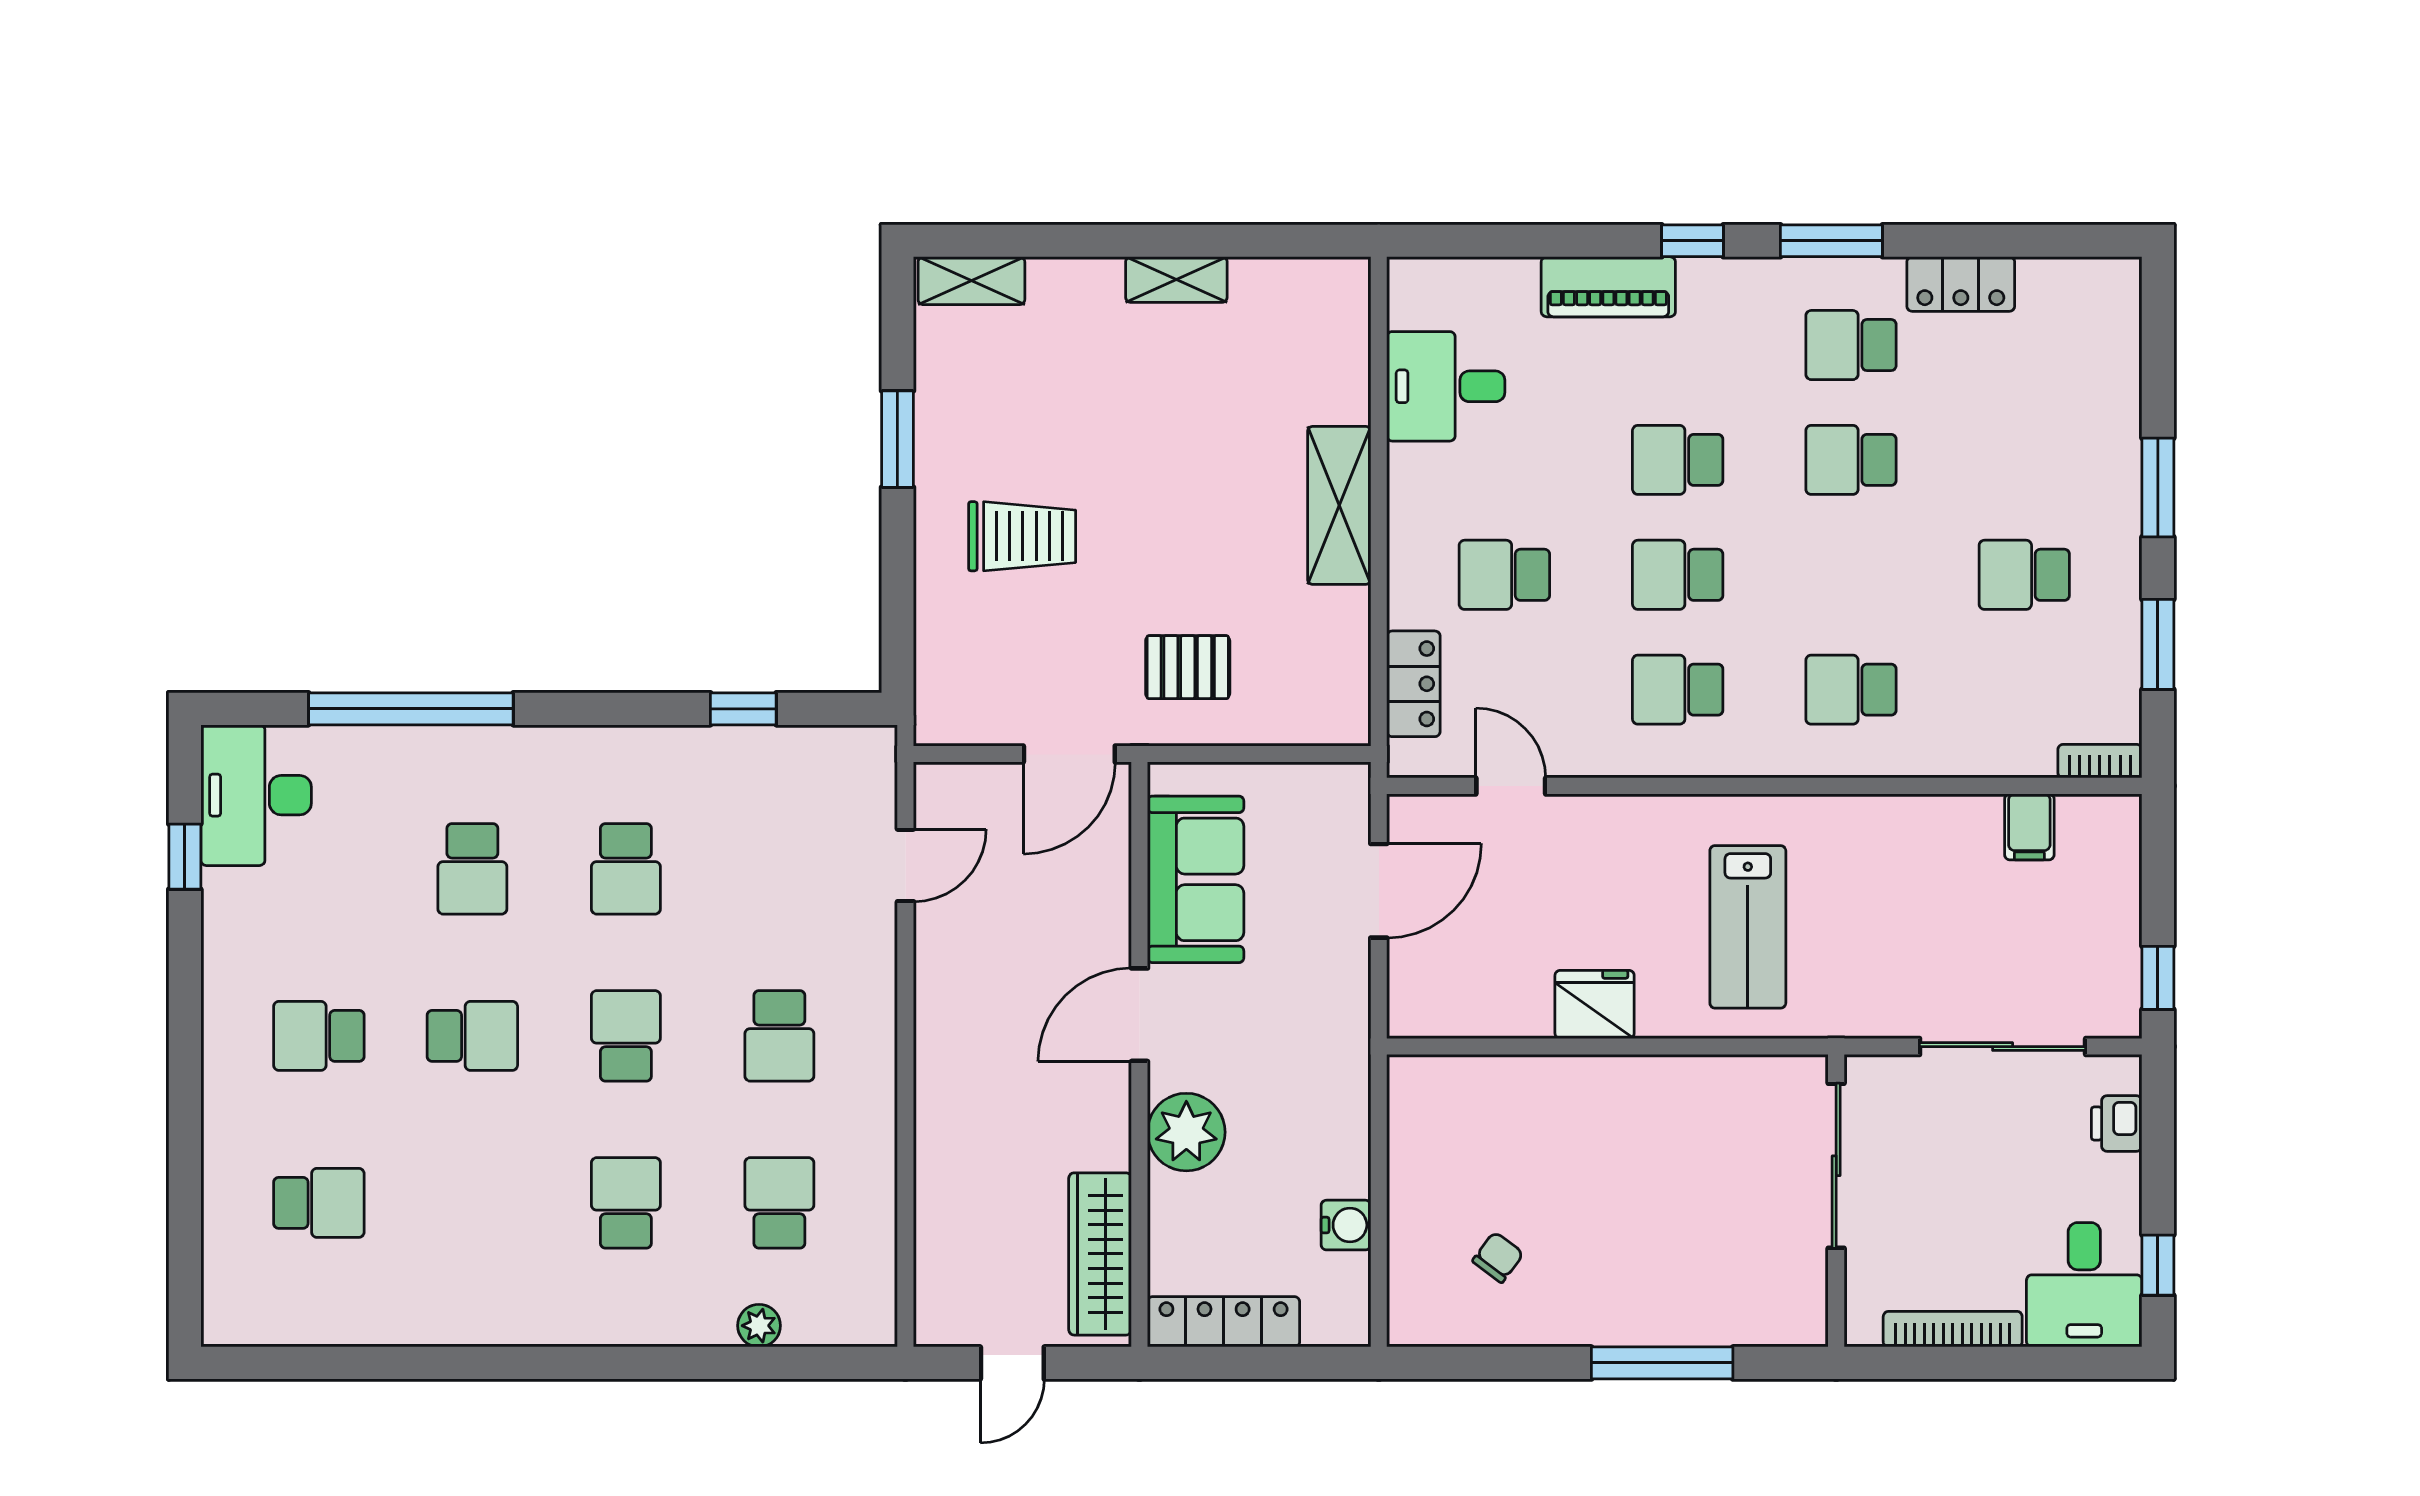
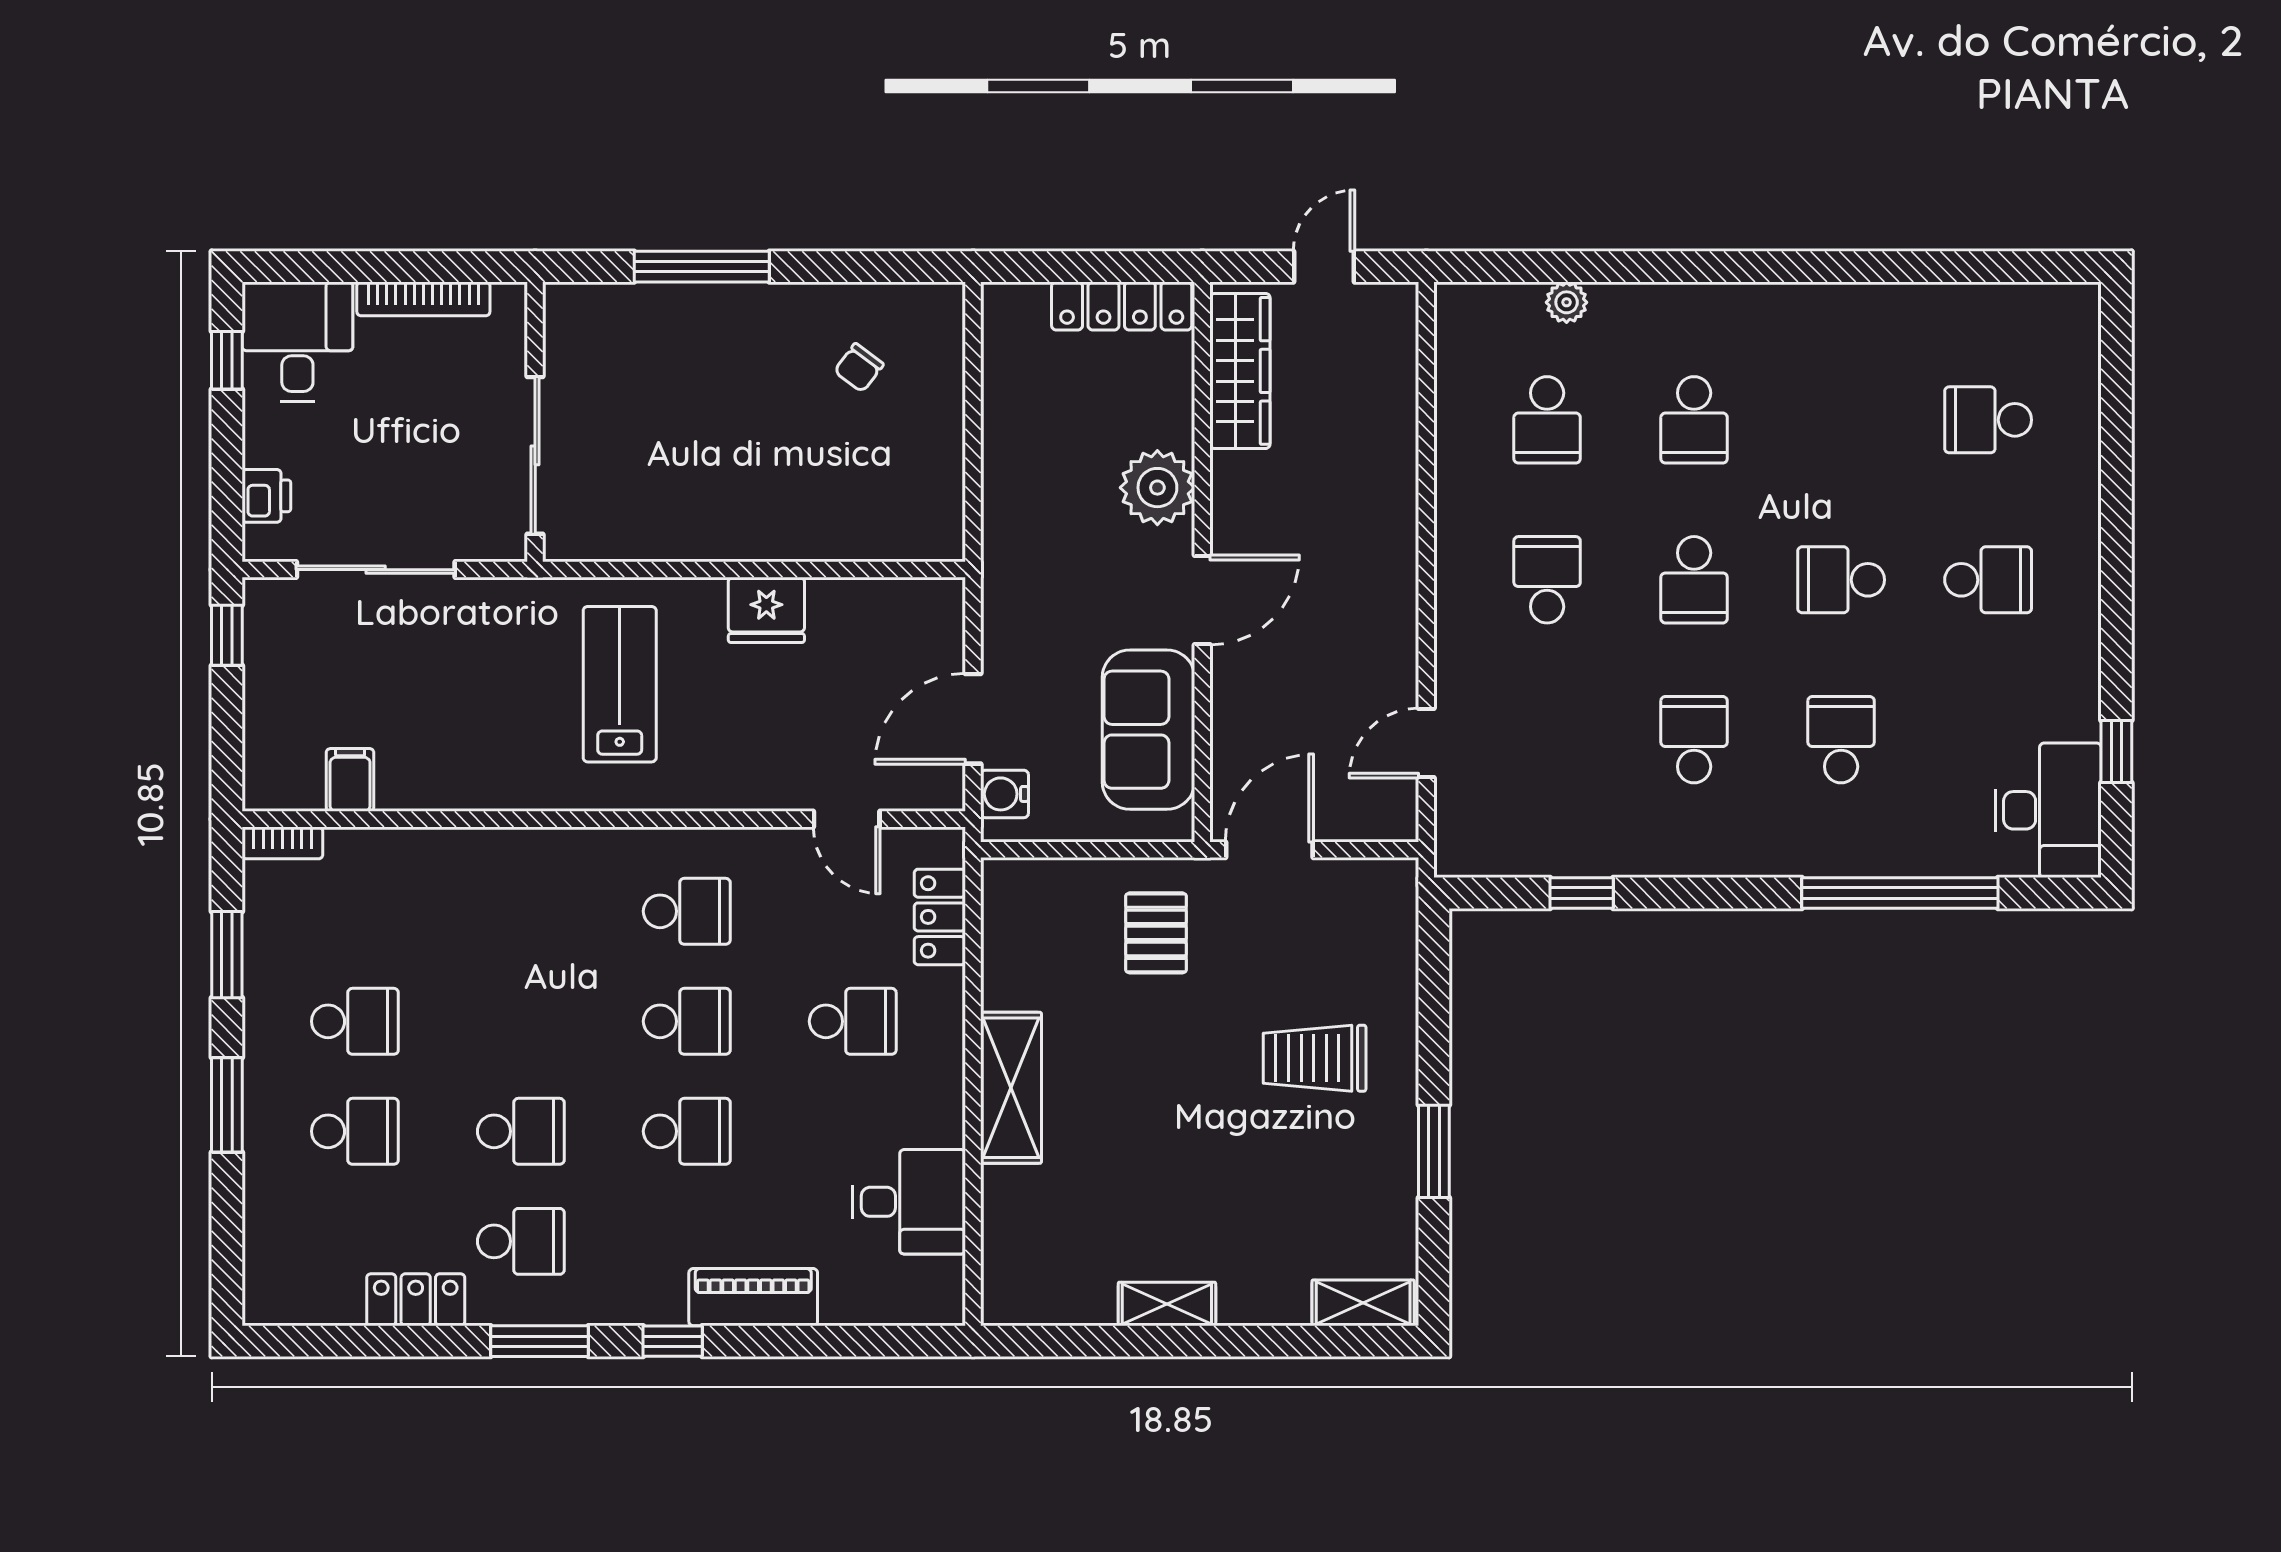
pallet: (1188, 667) -> (1156, 933), turned 90
school desk: (1851, 690) -> (355, 1131), moved
water cooler: (1346, 1225) -> (1004, 794), moved

